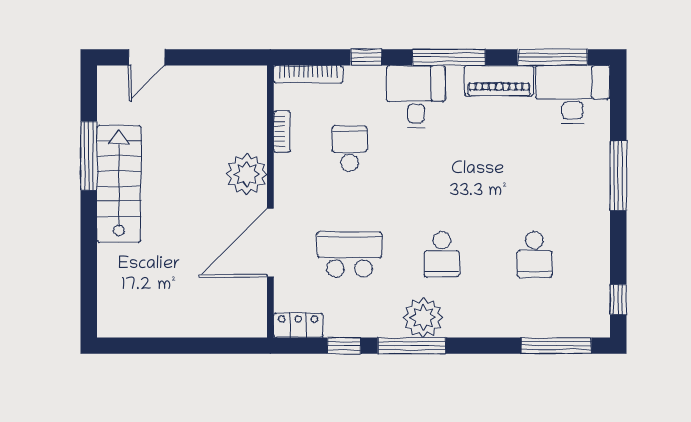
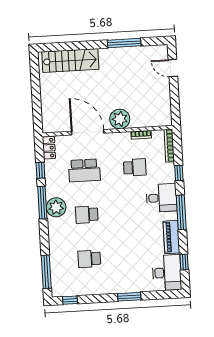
window: (553, 57) -> (184, 262), width x0.46
window: (618, 176) -> (129, 297), width x0.69
stairs: (119, 184) -> (70, 61), moved
school desk: (349, 254) -> (84, 170), turned 90

